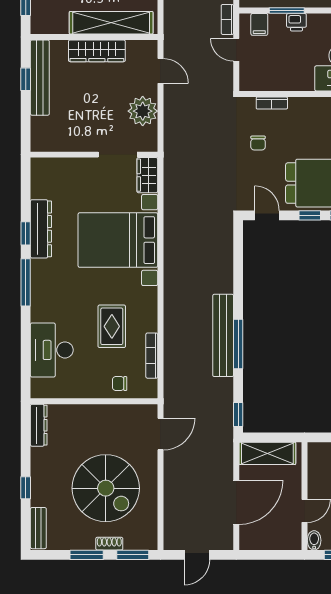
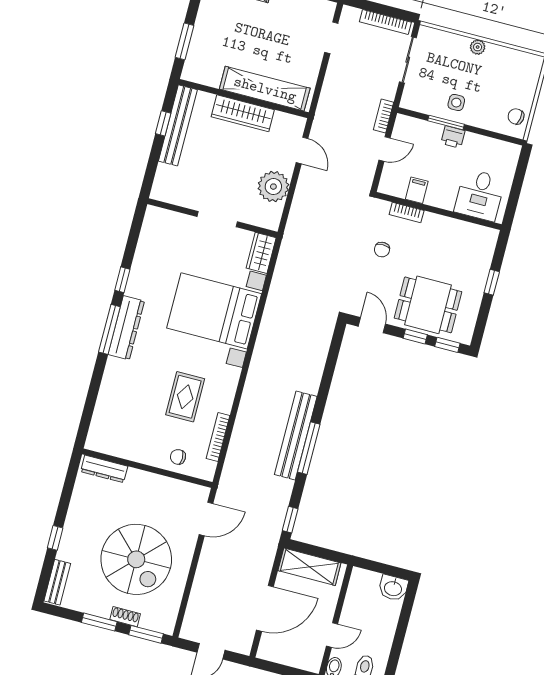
filing cabinet: (259, 24) -> (417, 190), moved, turned 180
door: (236, 50) -> (385, 149), swing flipped
doorway: (118, 155) -> (217, 219), moved
dresser: (41, 229) -> (126, 328), moved
desk: (52, 350) -> (118, 405), removed
dresser: (39, 425) -> (104, 469), moved, turned 90

